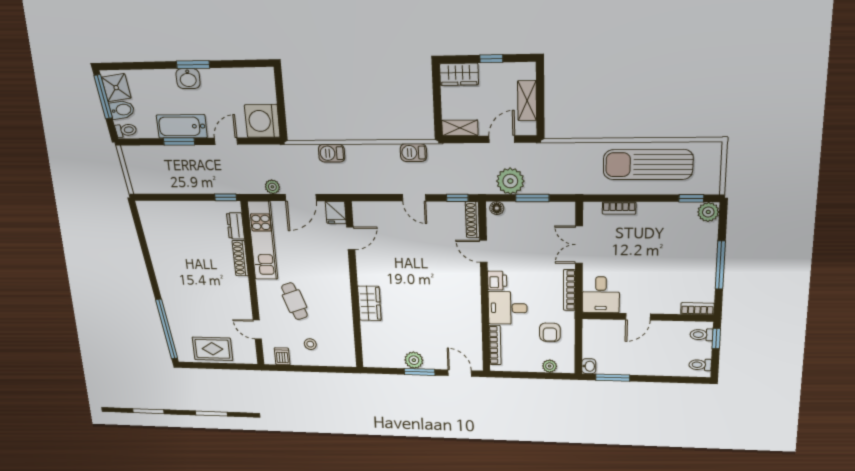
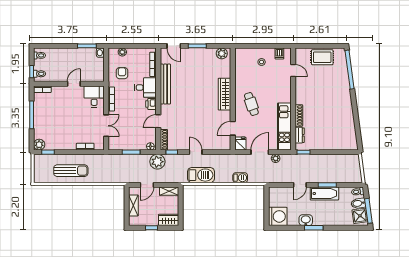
washbasin: (188, 79) -> (306, 220), moved
washing machine: (262, 121) -> (278, 216), moved
barbecue: (413, 153) -> (201, 175), width x1.88, depth x1.53
sun lounger: (648, 165) -> (71, 171), width x0.73, depth x0.75
plant: (510, 181) -> (157, 162), moved
door: (483, 251) -> (158, 121), swing flipped
cafe table: (294, 301) -> (251, 104), moved
wardrobe: (369, 303) -> (225, 94), width x1.50
bench: (473, 313) -> (165, 84), added
plant: (414, 360) -> (222, 53), moved

